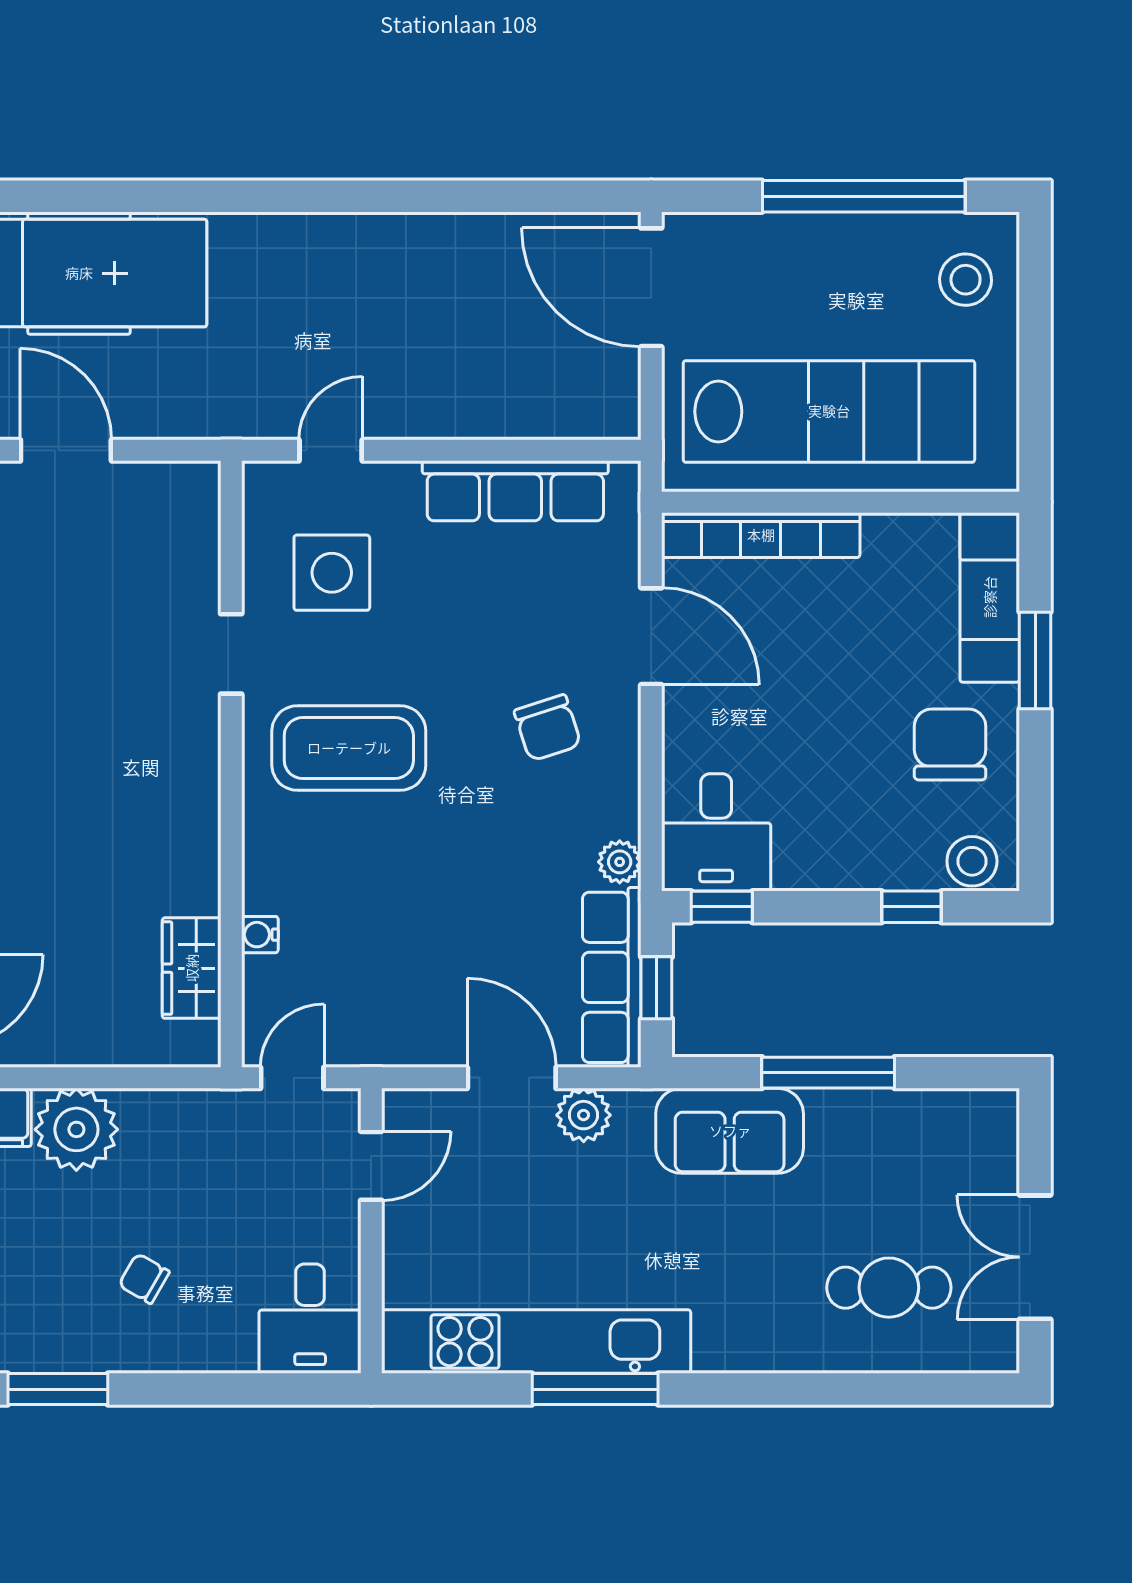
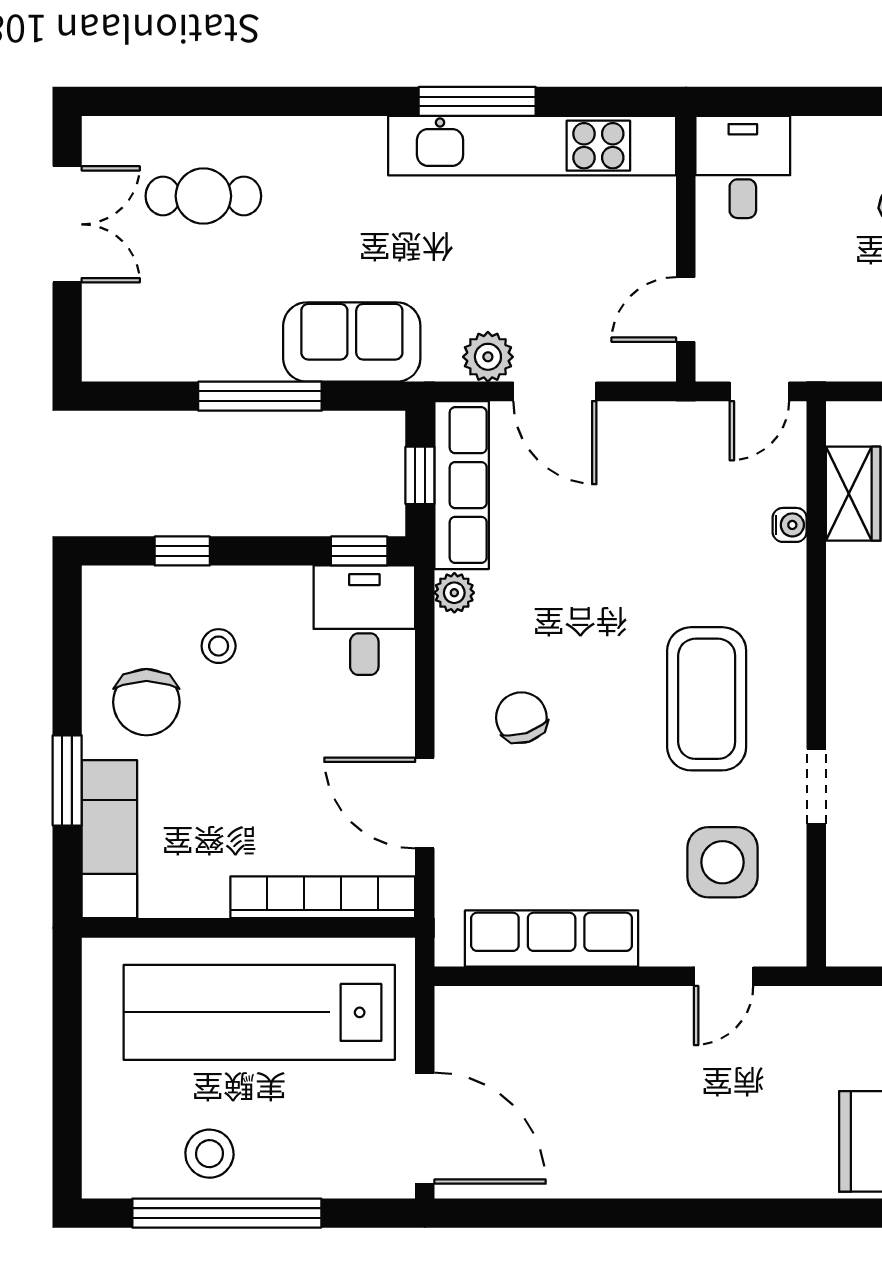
stool: (966, 280) -> (209, 1154), moved
coffee table: (349, 748) -> (707, 699), turned 90
stool: (972, 861) -> (219, 646), moved, width x0.73, depth x0.73

